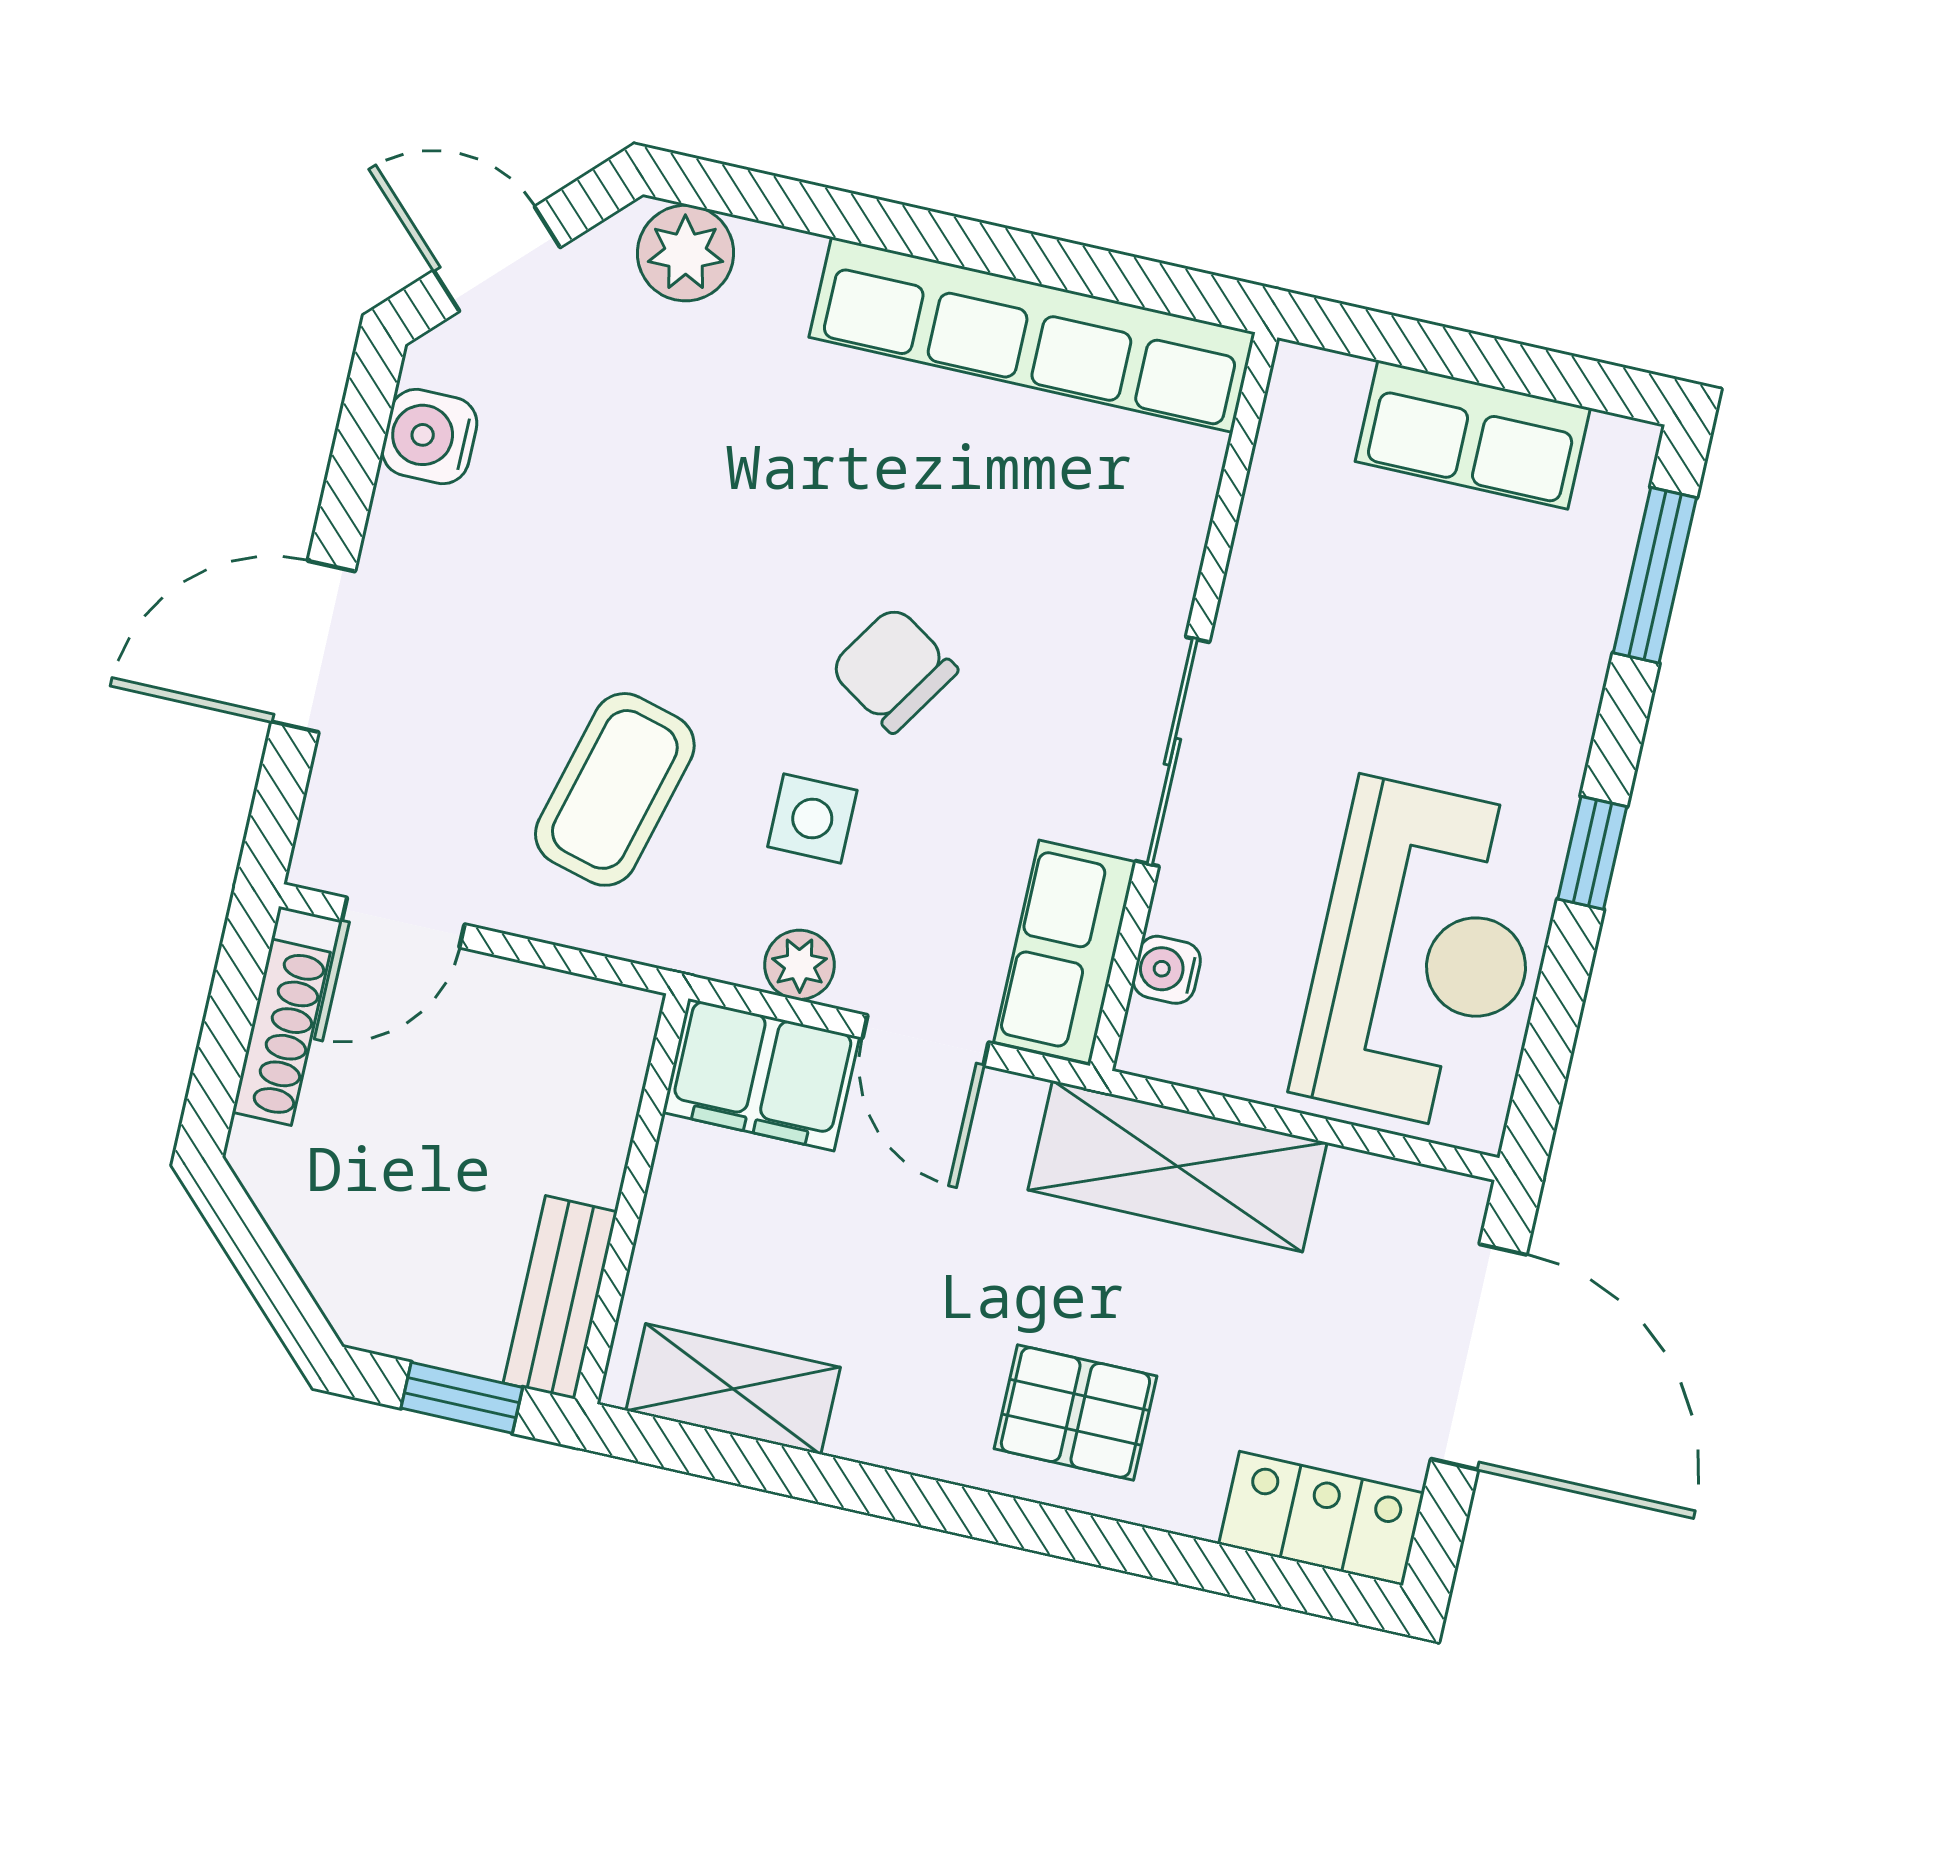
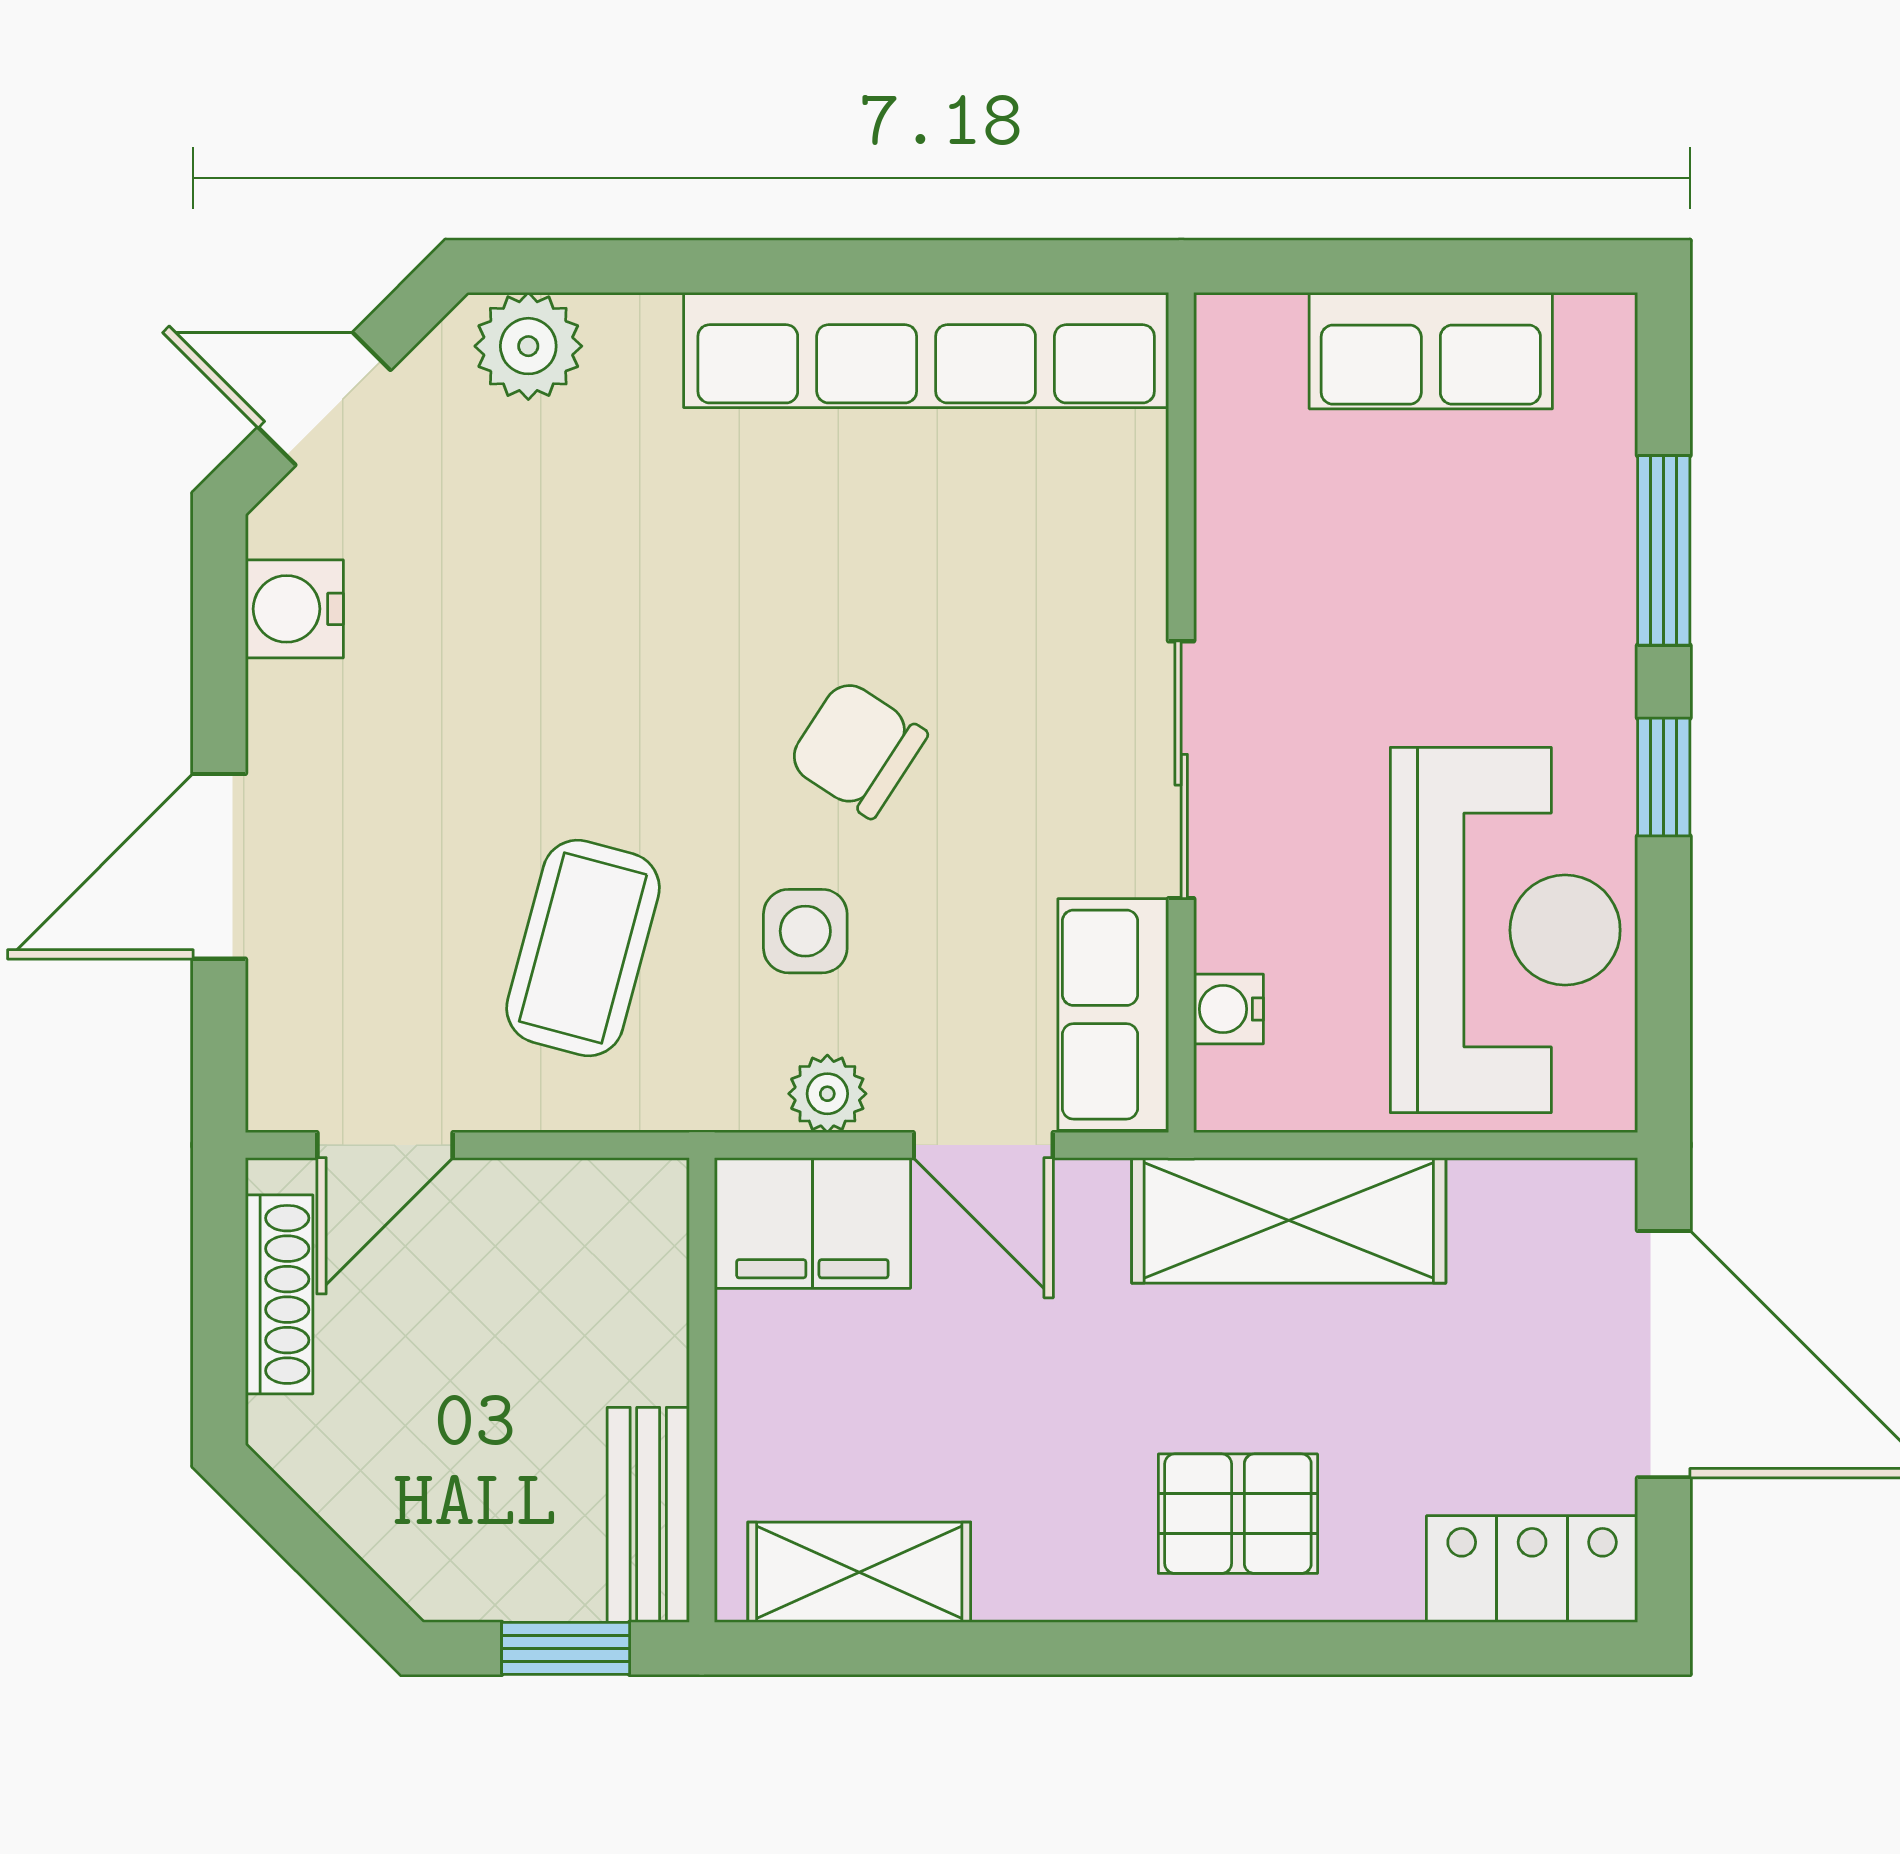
window: (1655, 575) -> (1664, 550), moved

